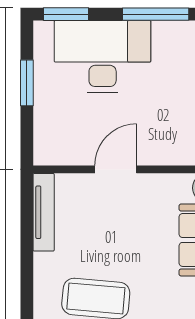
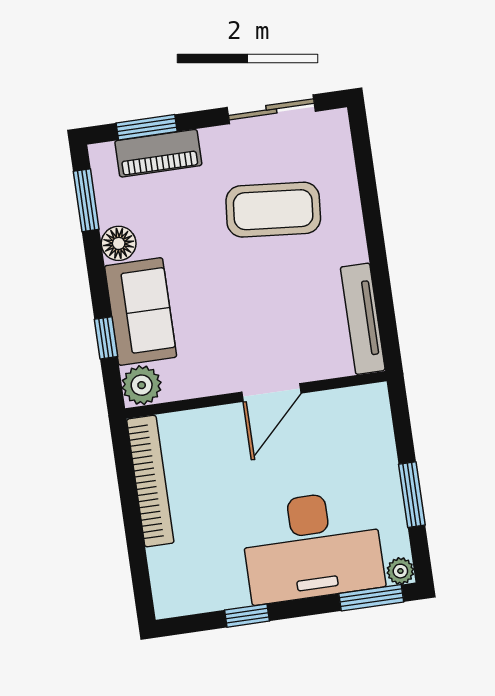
window: (156, 14) -> (247, 616), width x0.46
plant: (43, 30) -> (400, 571), added

